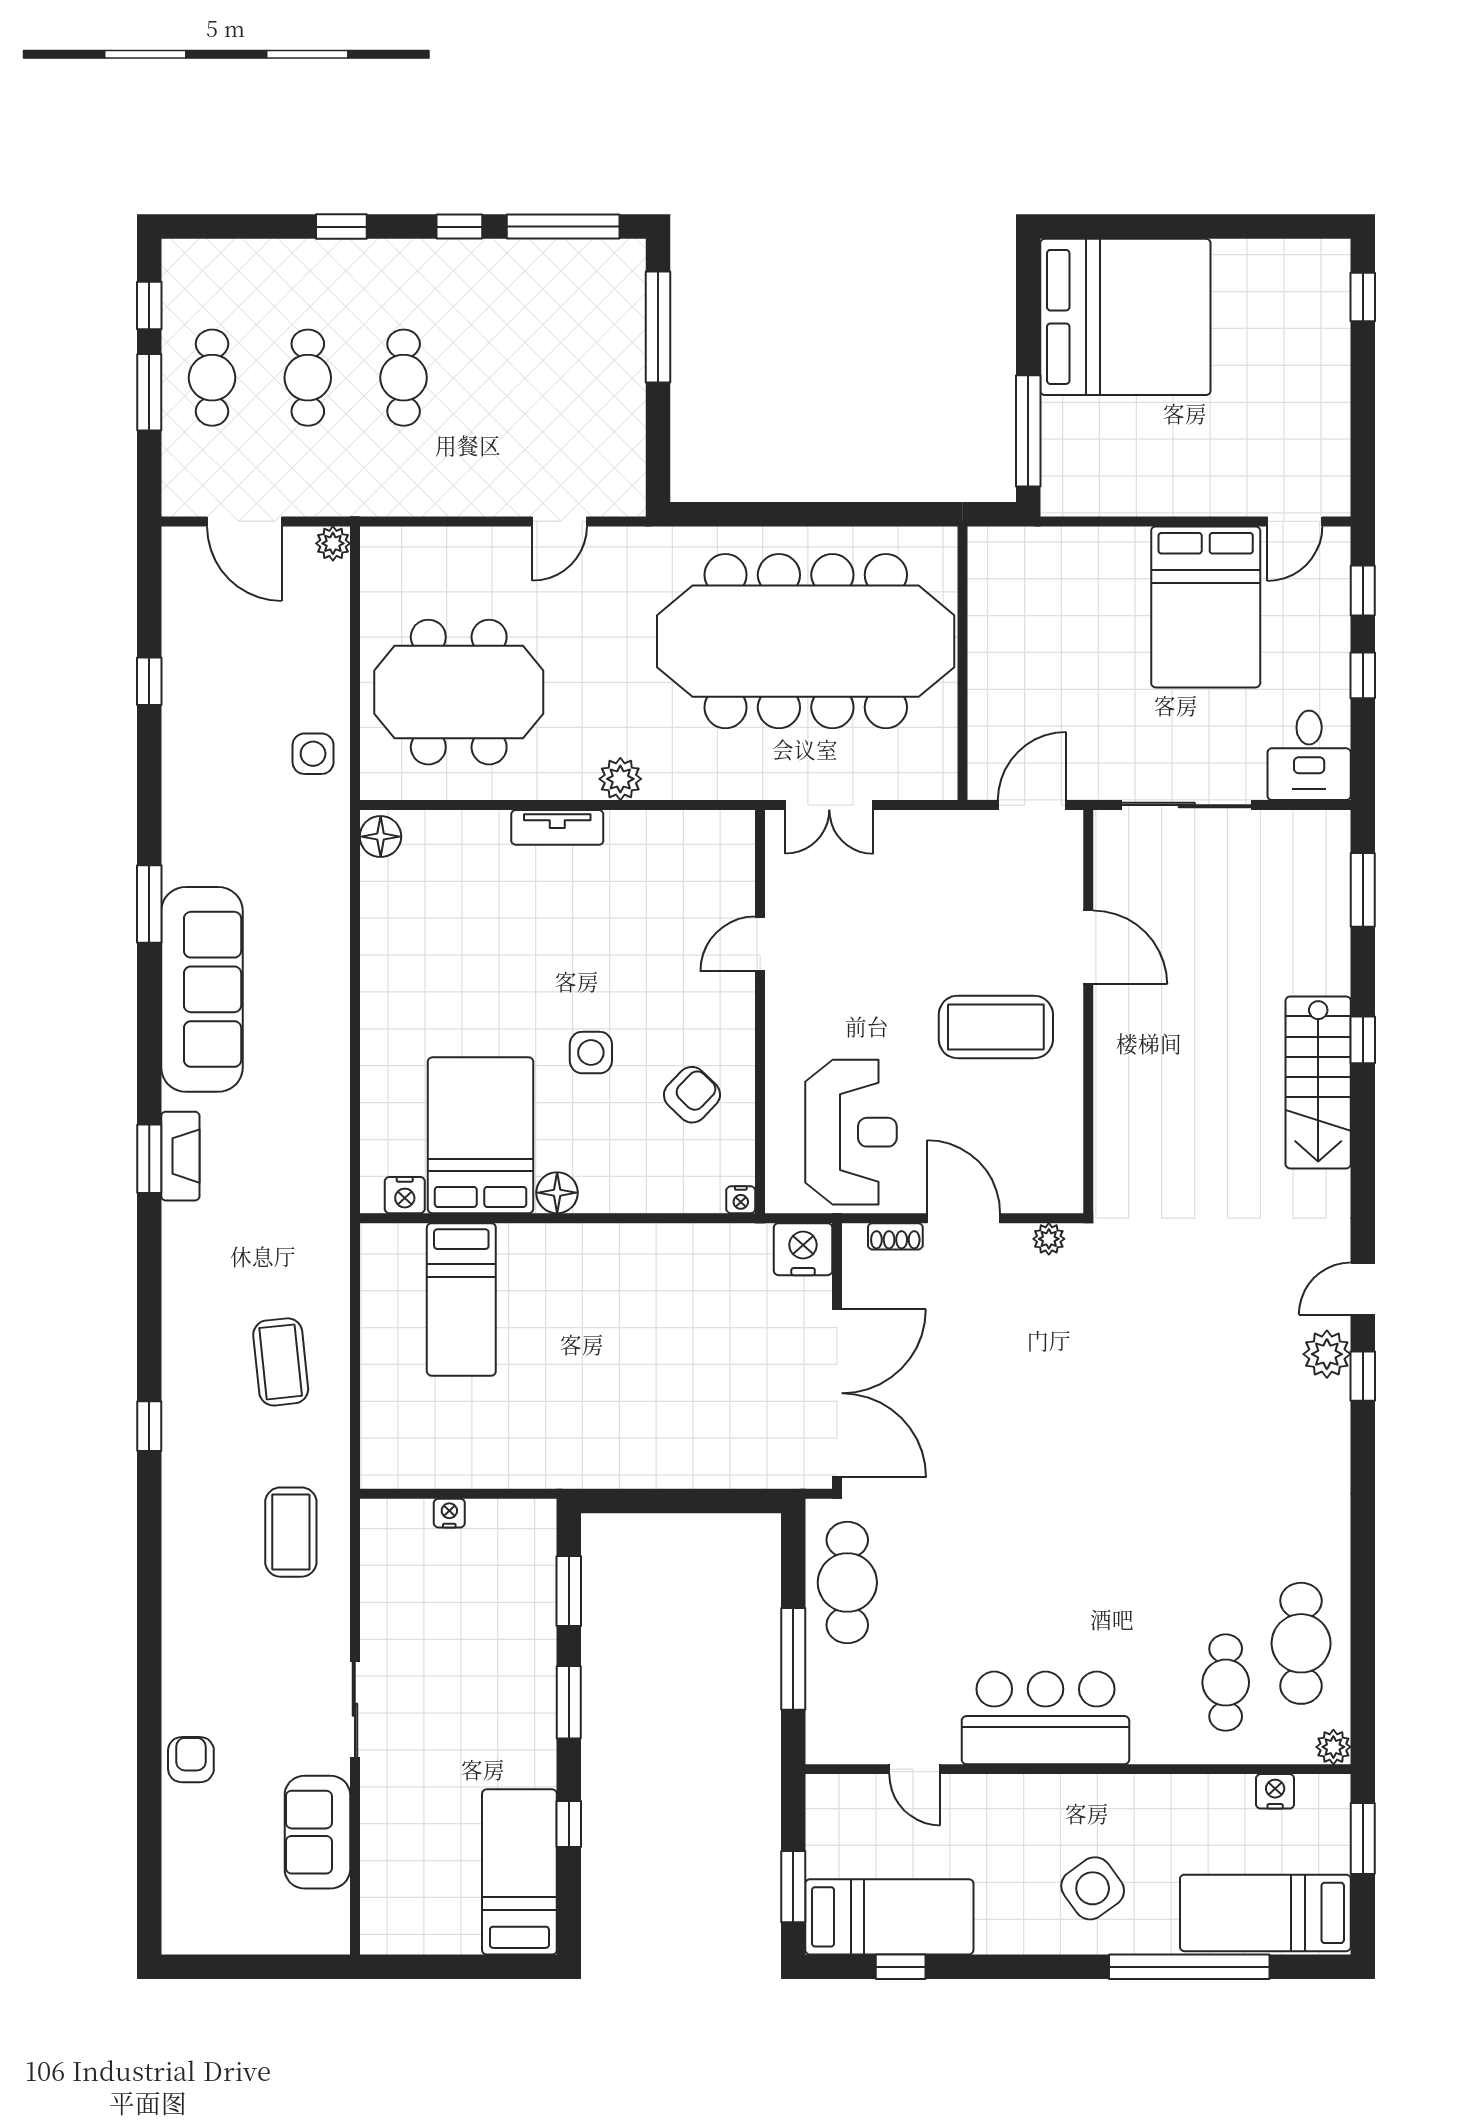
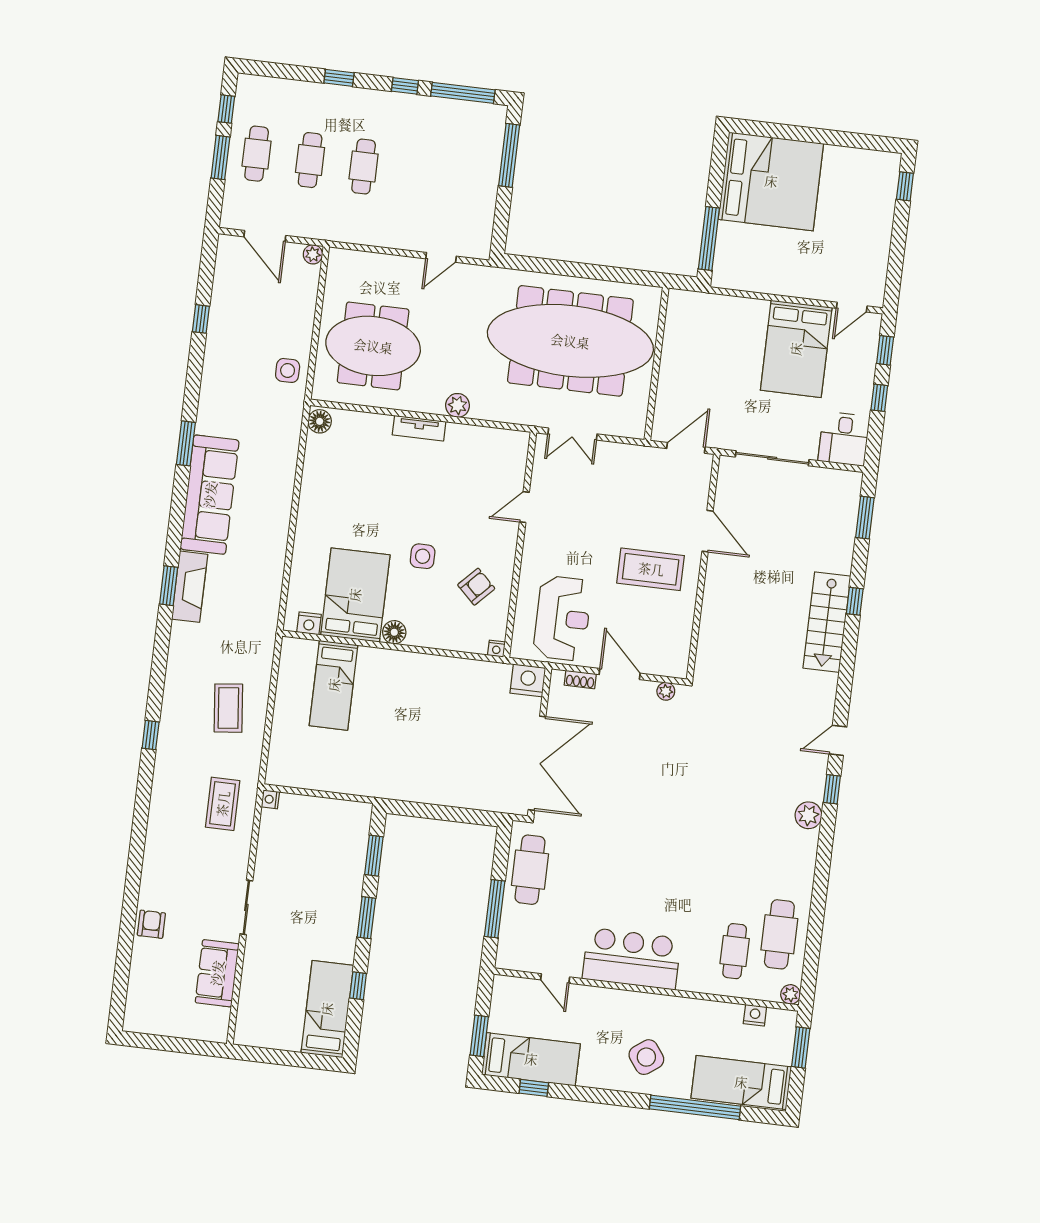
fireplace: (180, 1156) -> (190, 587), width x1.37, depth x1.32
plant: (1327, 1354) -> (808, 815), moved
nightstand: (449, 1513) -> (270, 799), moved, turned -90

